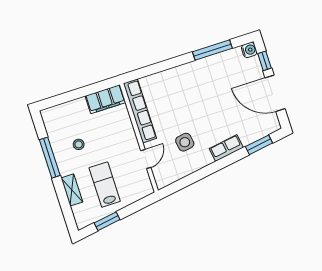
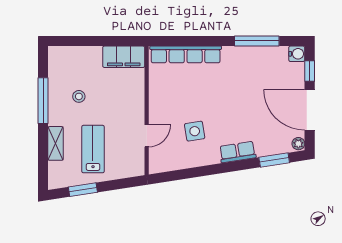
row of seats: (140, 111) -> (186, 54), moved, turned 90
plant: (275, 125) -> (298, 144), added

